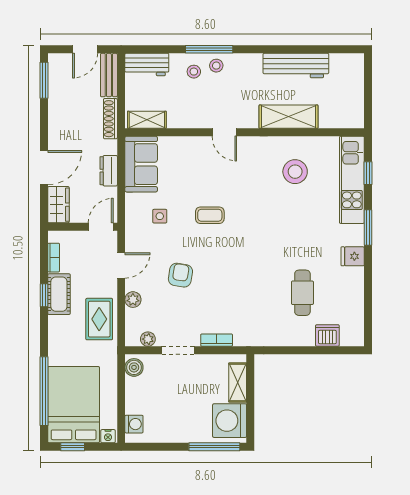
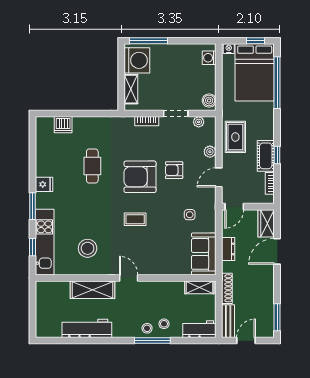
door: (224, 132) -> (129, 278), moved
coffee table: (210, 215) -> (135, 219), moved
armchair: (226, 266) -> (140, 177), added
armchair: (180, 275) -> (174, 170), turned 81
cafe table: (302, 293) -> (92, 166), moved

